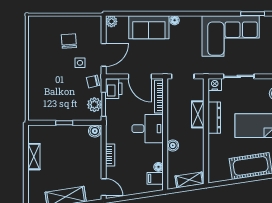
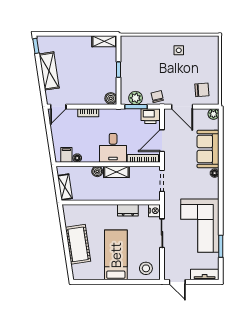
chair: (69, 41) -> (202, 90), moved
side table: (80, 63) -> (179, 50), moved
shelving: (198, 114) -> (116, 172), moved
dresser: (214, 118) -> (128, 210), width x0.70
shelving: (34, 157) -> (104, 41), moved

